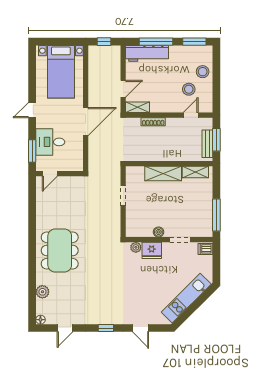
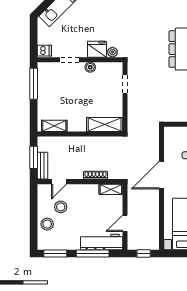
door: (123, 89) -> (125, 223), moved
bench: (207, 144) -> (42, 166), moved
shelving: (163, 173) -> (105, 124), moved
doorway: (123, 196) -> (125, 84), moved

